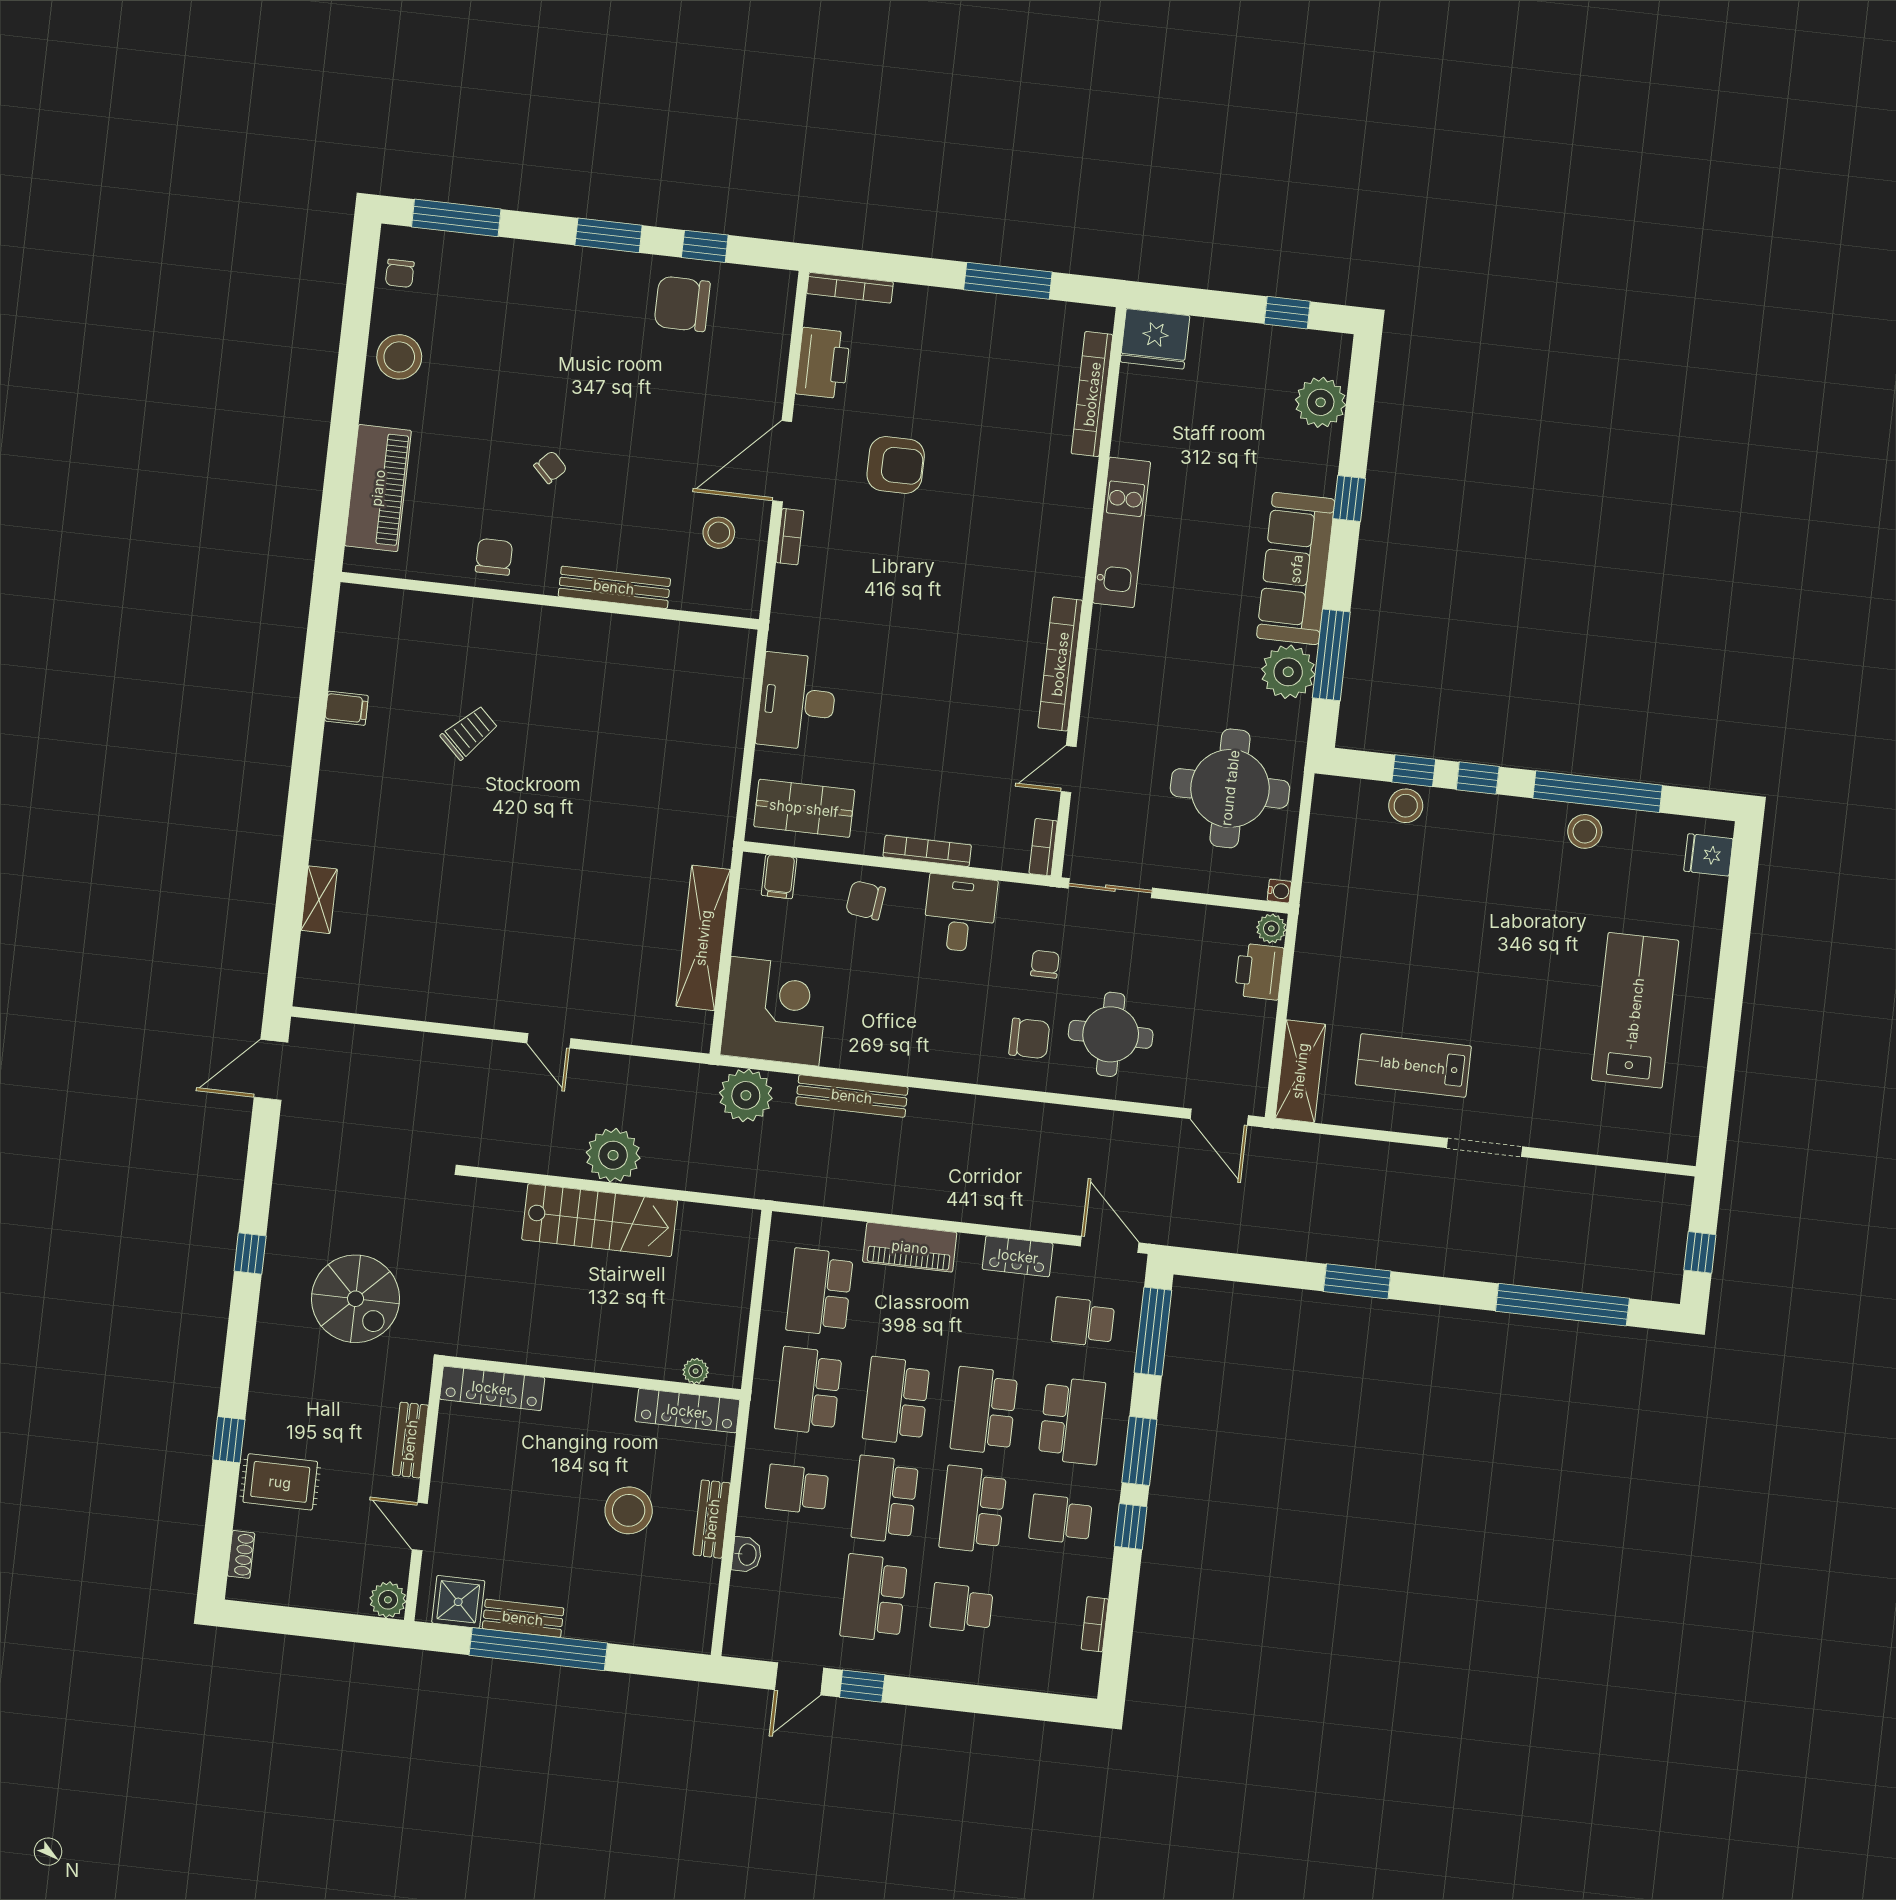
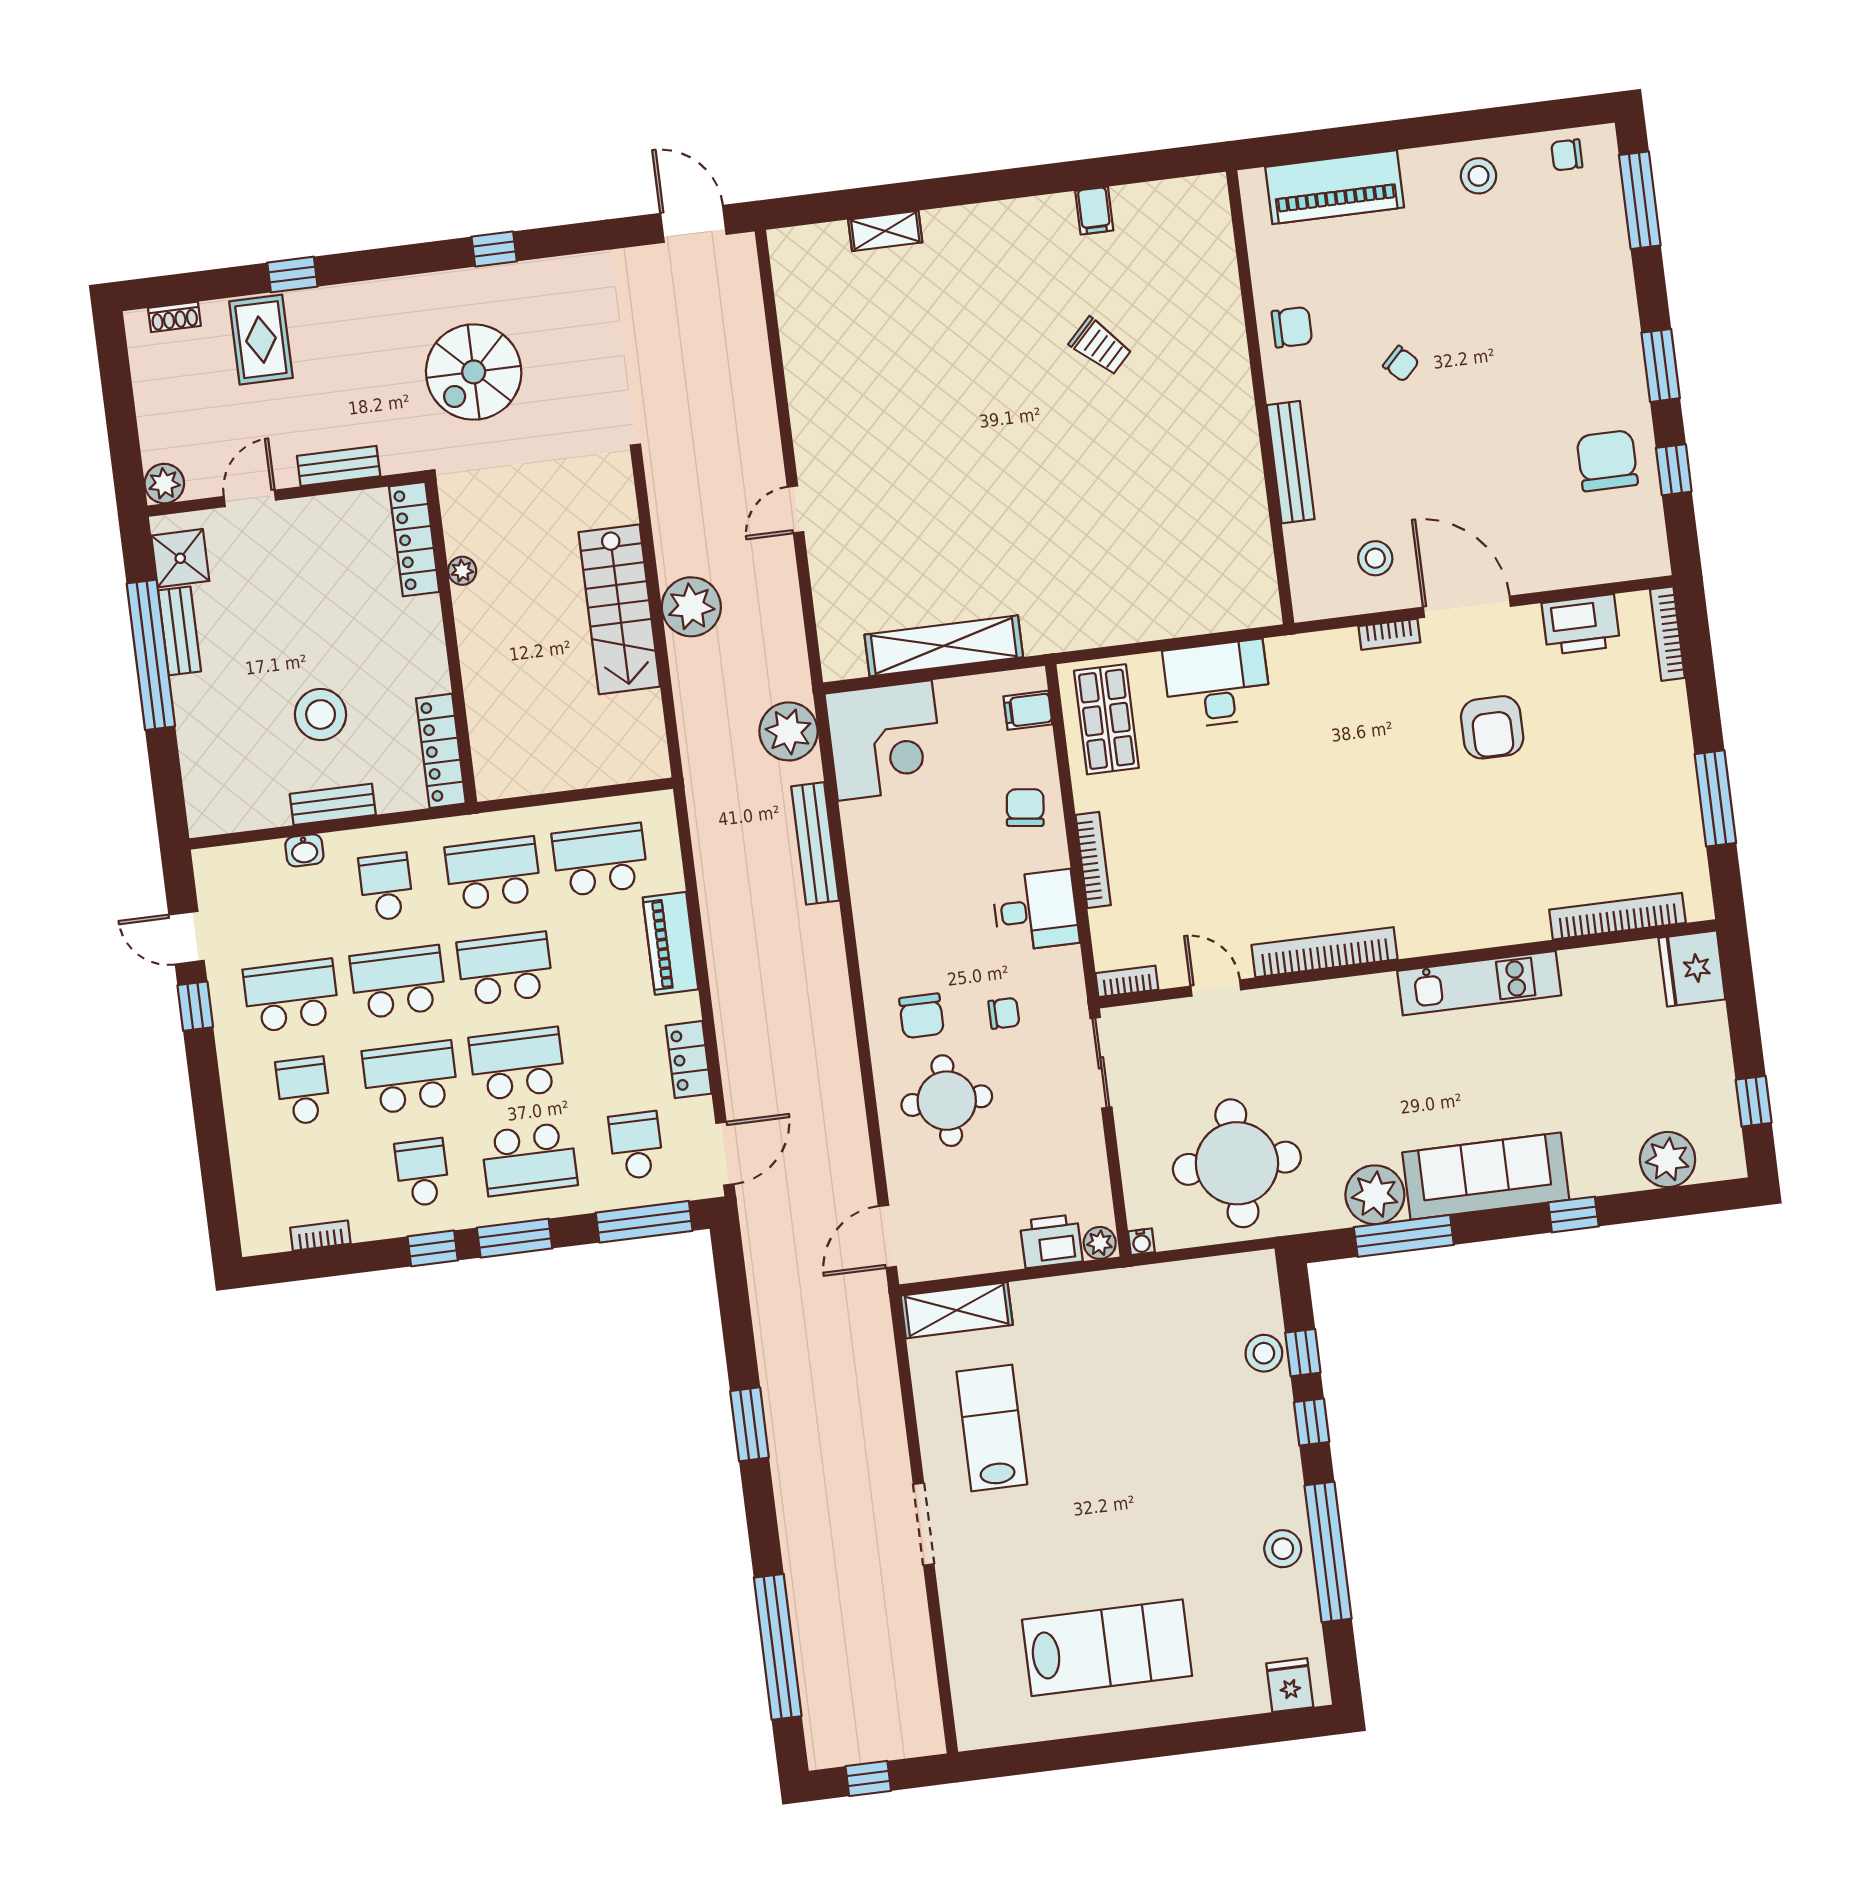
stool: (399, 357) -> (1479, 176), width x0.73, depth x0.73
plant: (696, 1371) -> (462, 571), moved

